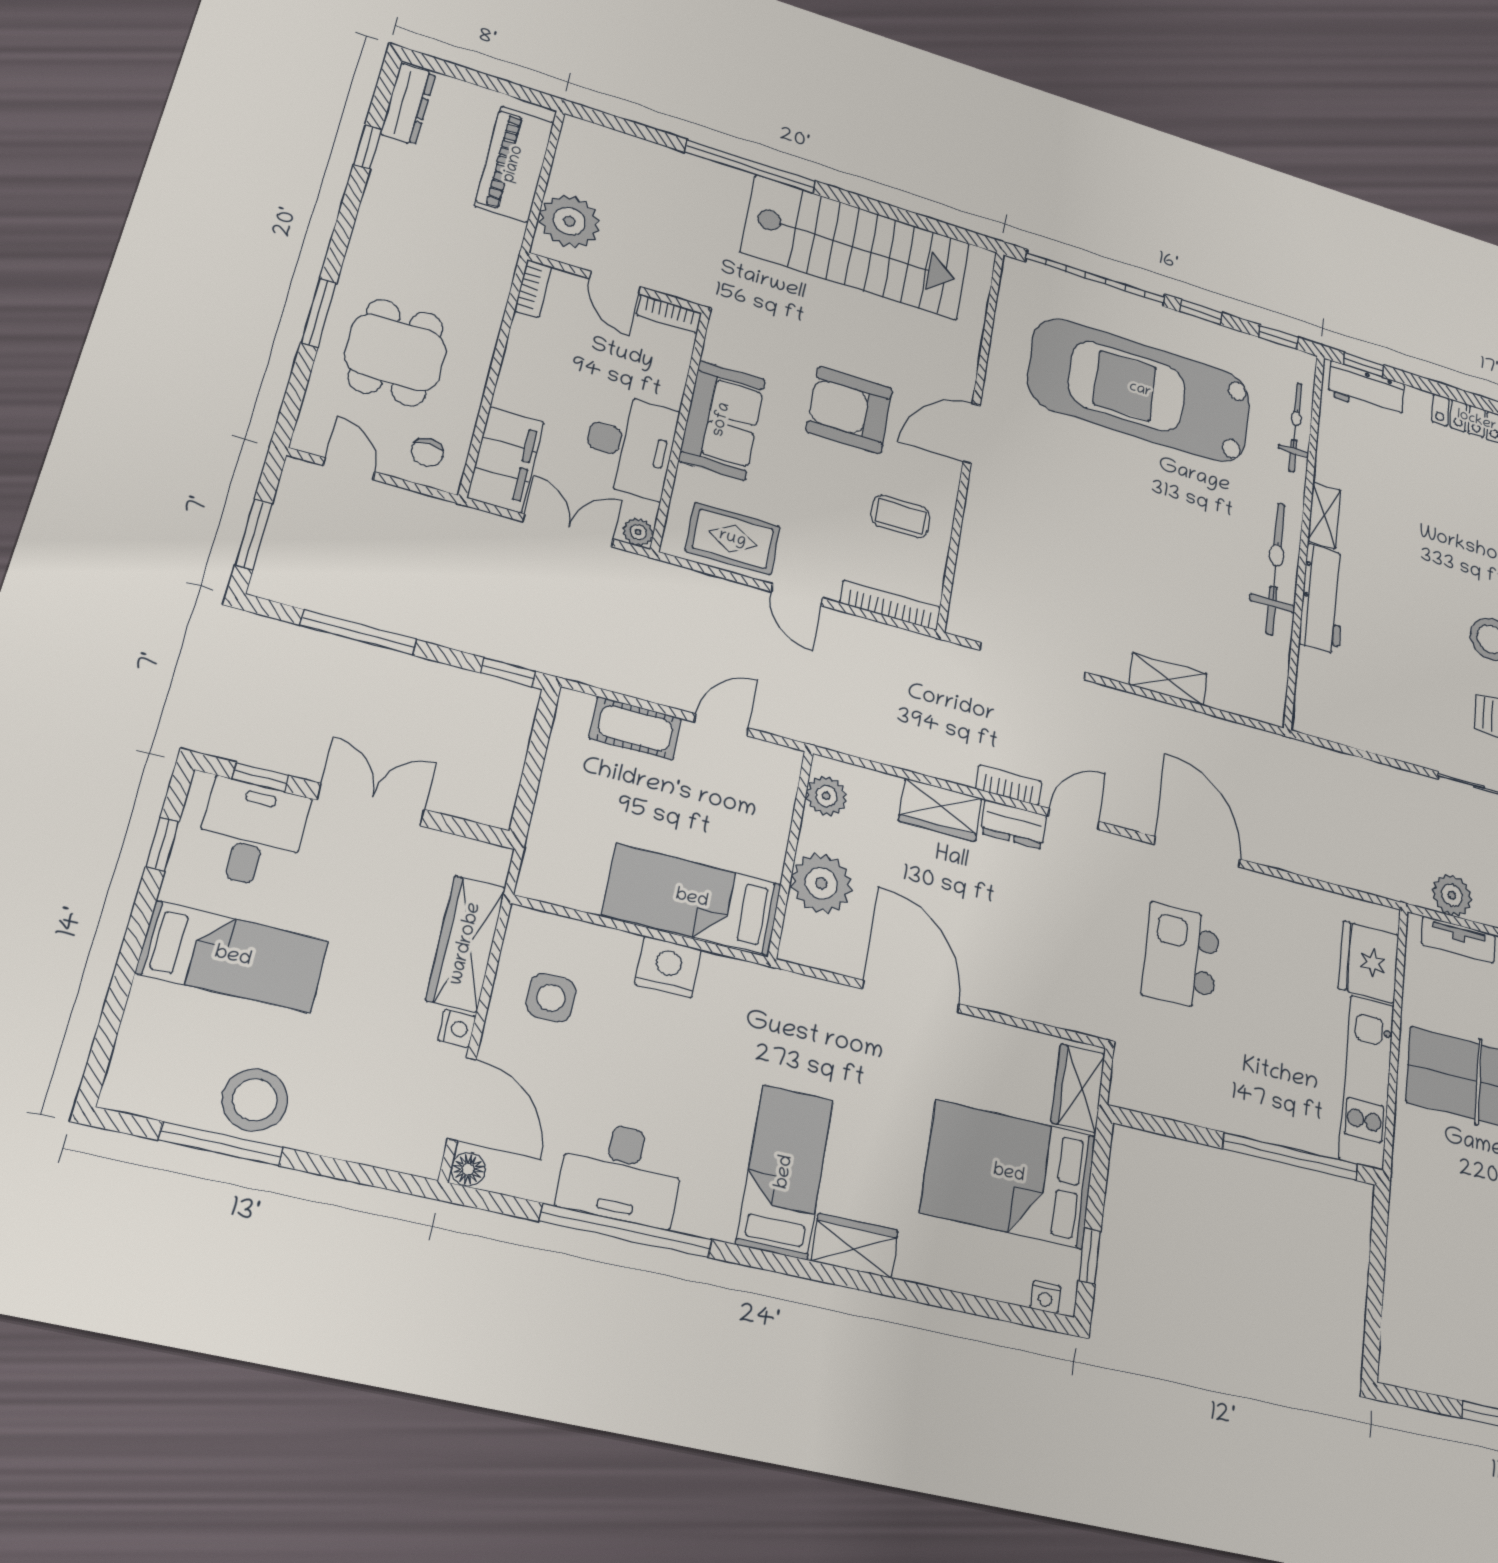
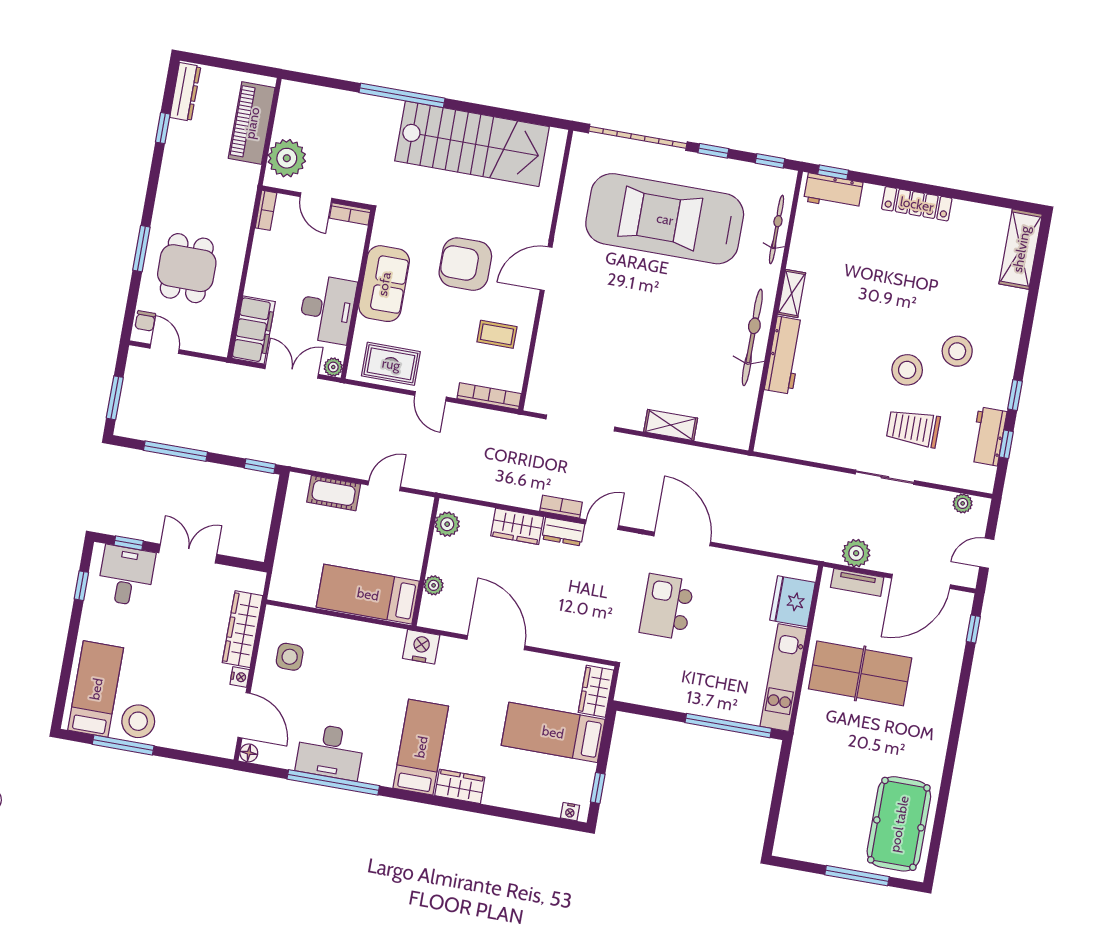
chair: (427, 452) -> (145, 321), moved
plant: (821, 883) -> (434, 585), width x0.53, depth x0.53
bed: (233, 957) -> (96, 689), moved, turned -90
nightstand: (668, 967) -> (421, 647), moved
bed: (1009, 1174) -> (553, 732), width x0.67

